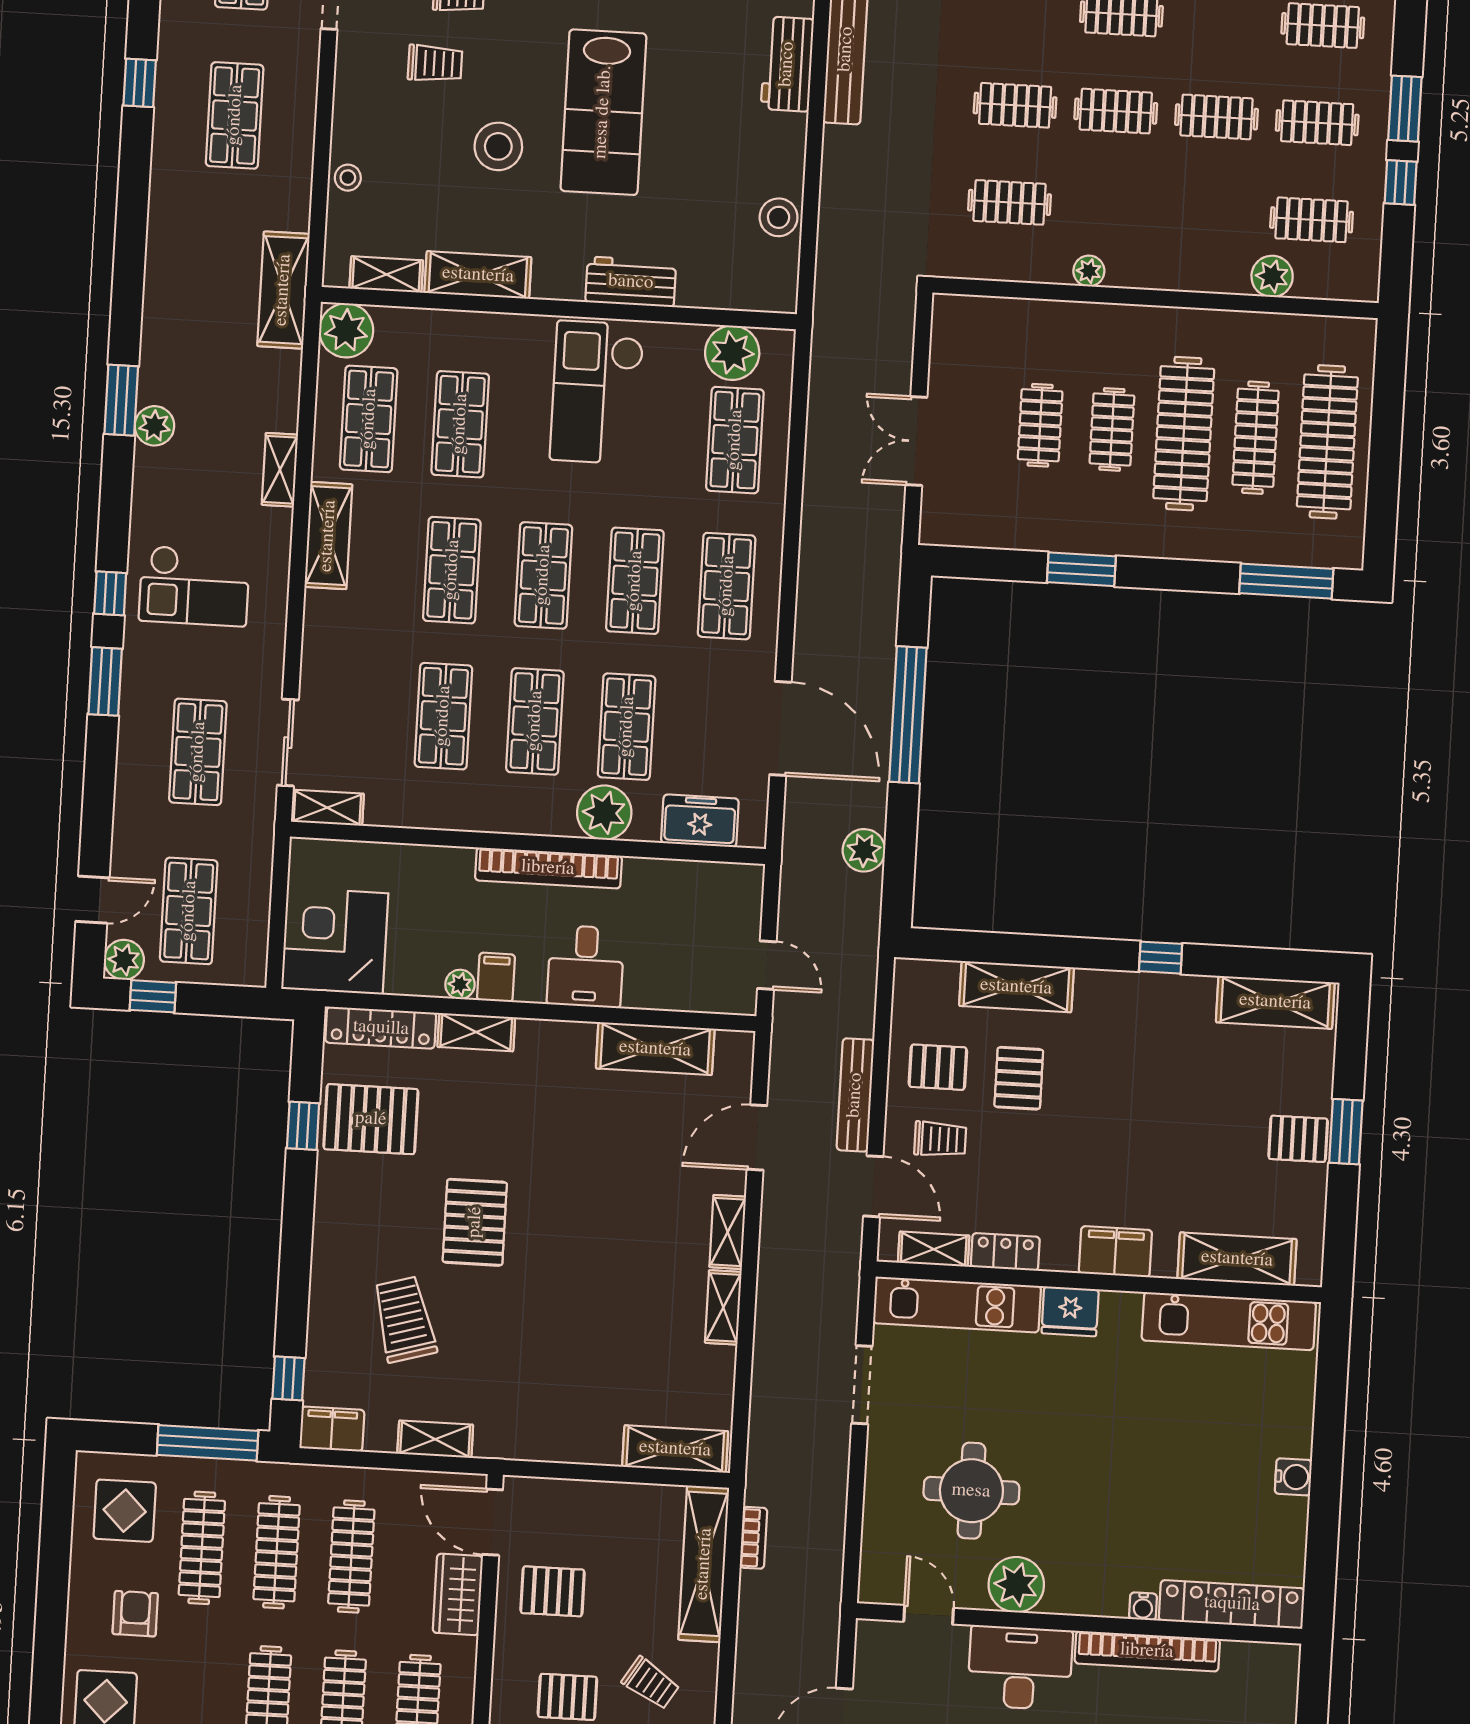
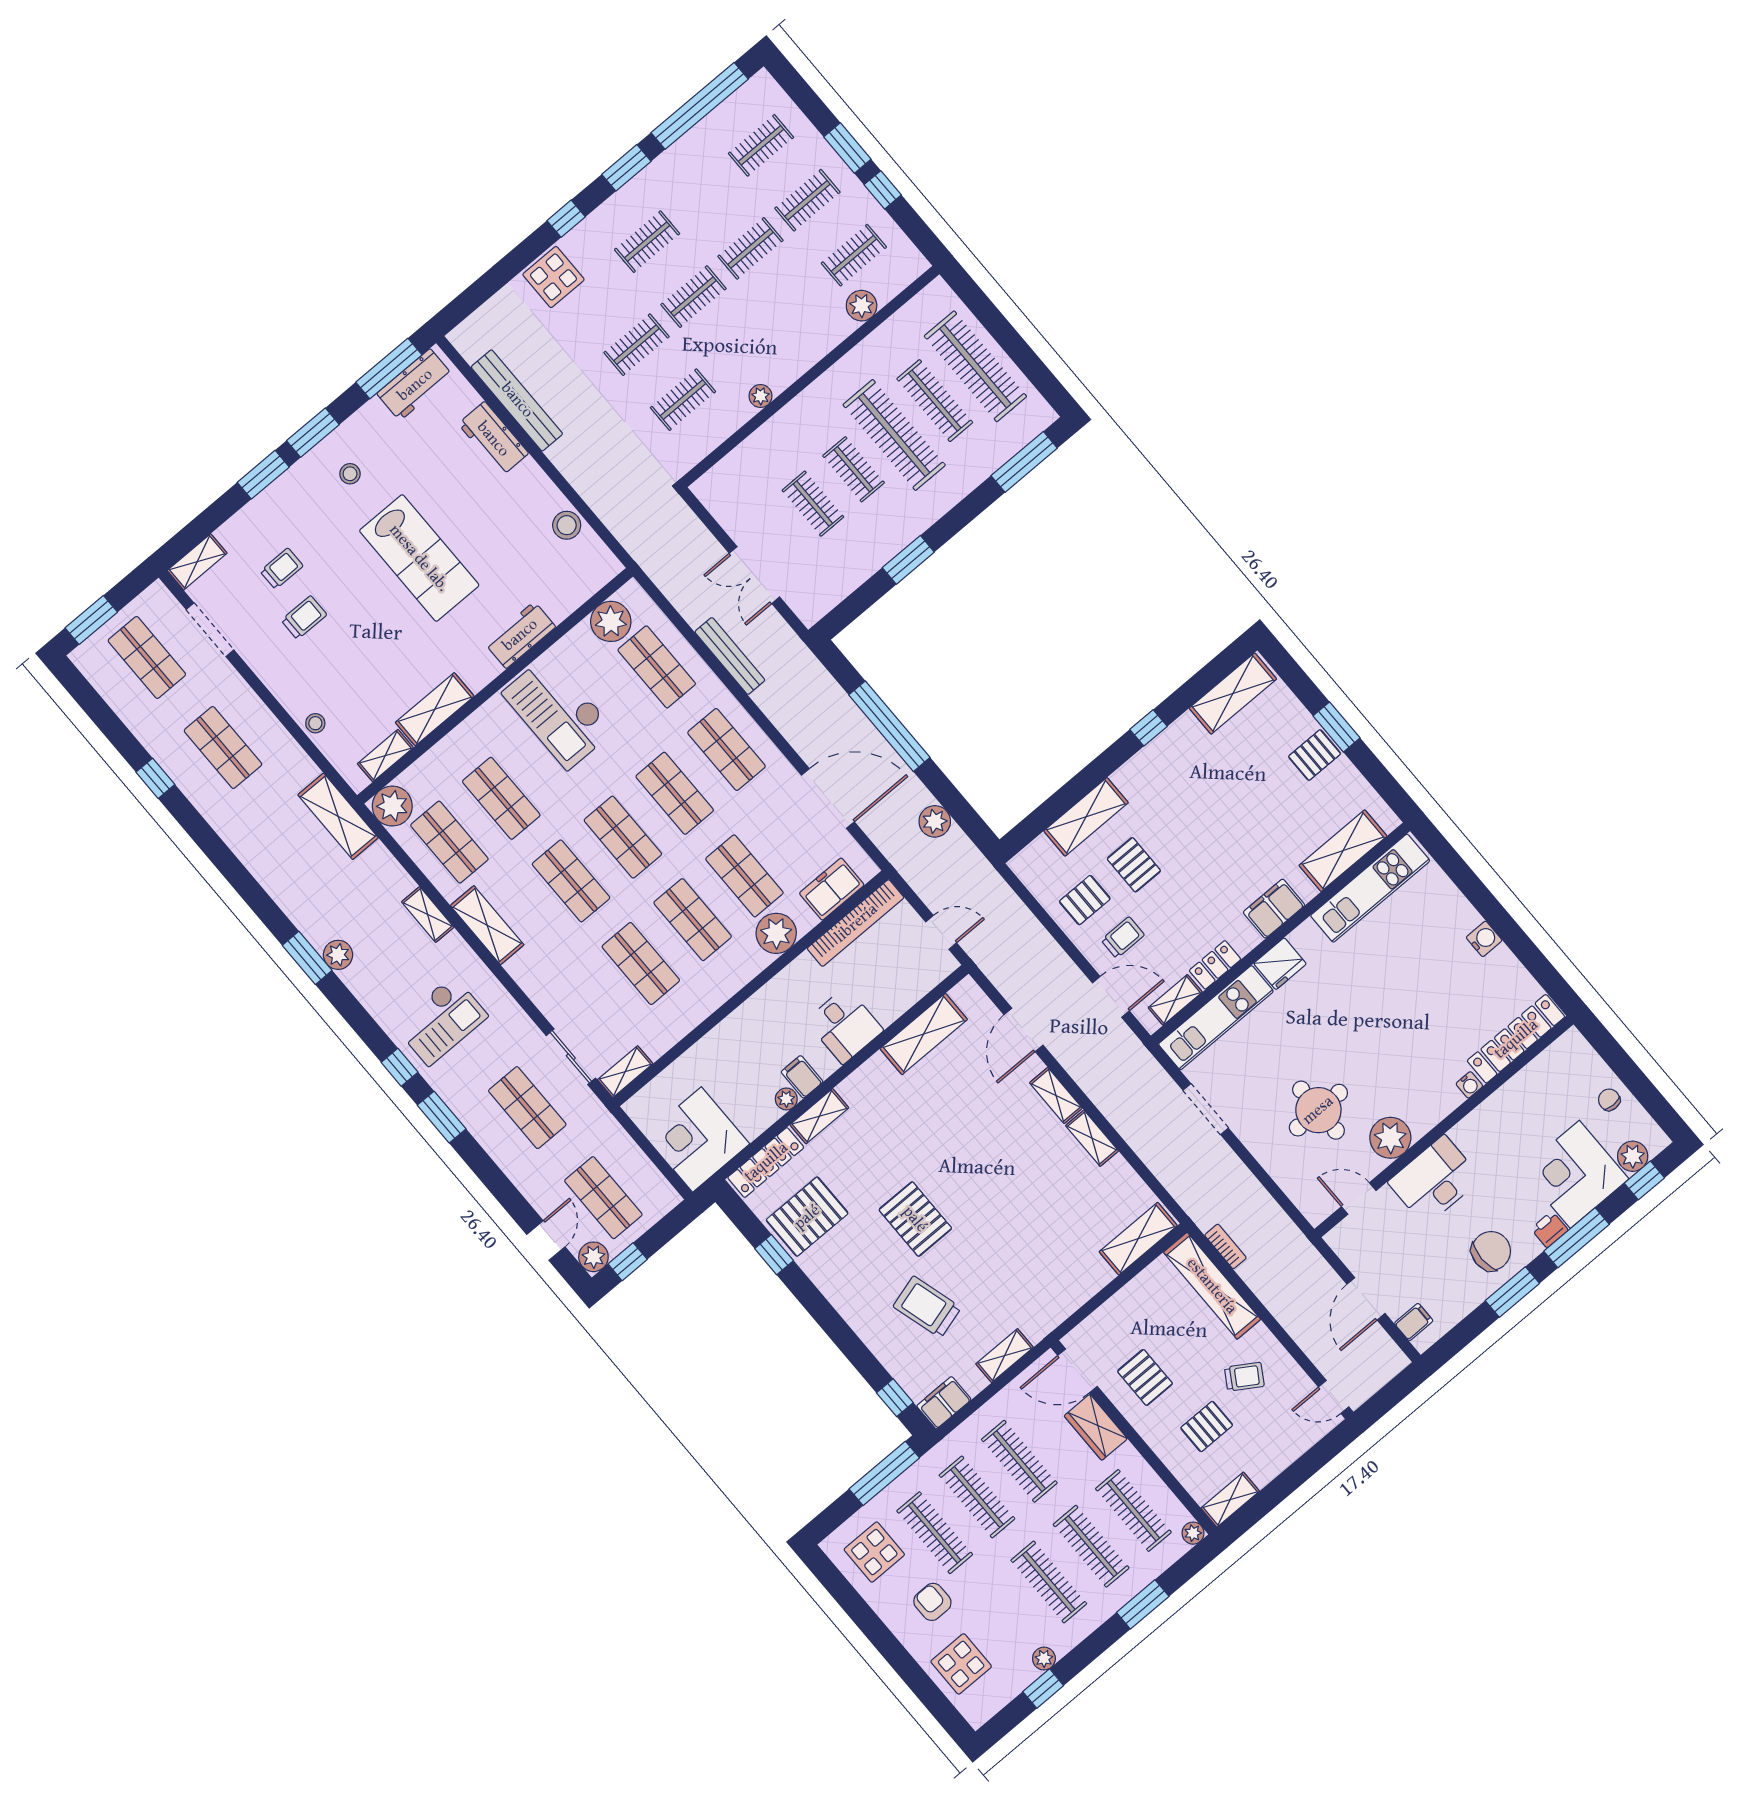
stool: (498, 146) -> (380, 630), removed
bookcase: (548, 868) -> (856, 923), moved
bench: (855, 1095) -> (730, 656), moved
pallet: (553, 1591) -> (1145, 1377), turned 90
bookcase: (1147, 1651) -> (1495, 1107), removed

